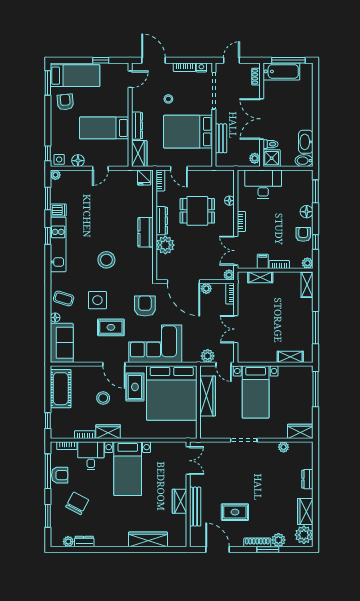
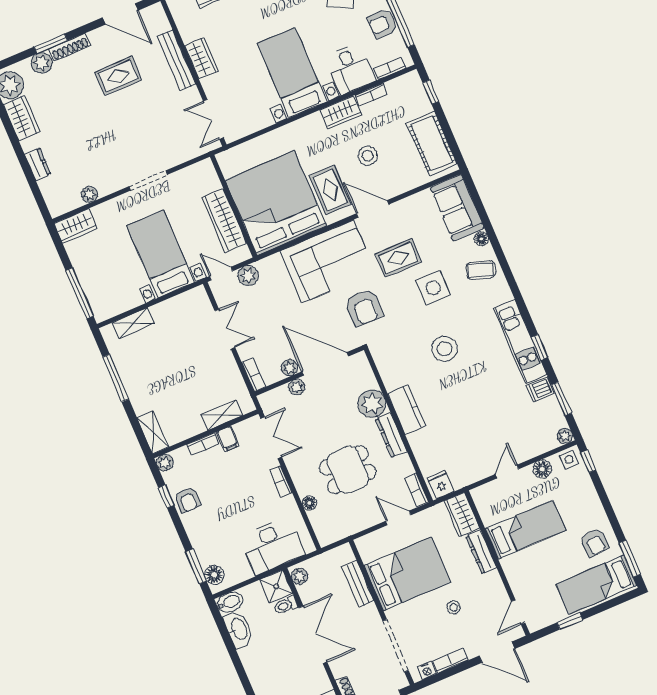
floor lamp: (307, 212) -> (214, 575), moved
plant: (229, 275) -> (297, 387), moved

